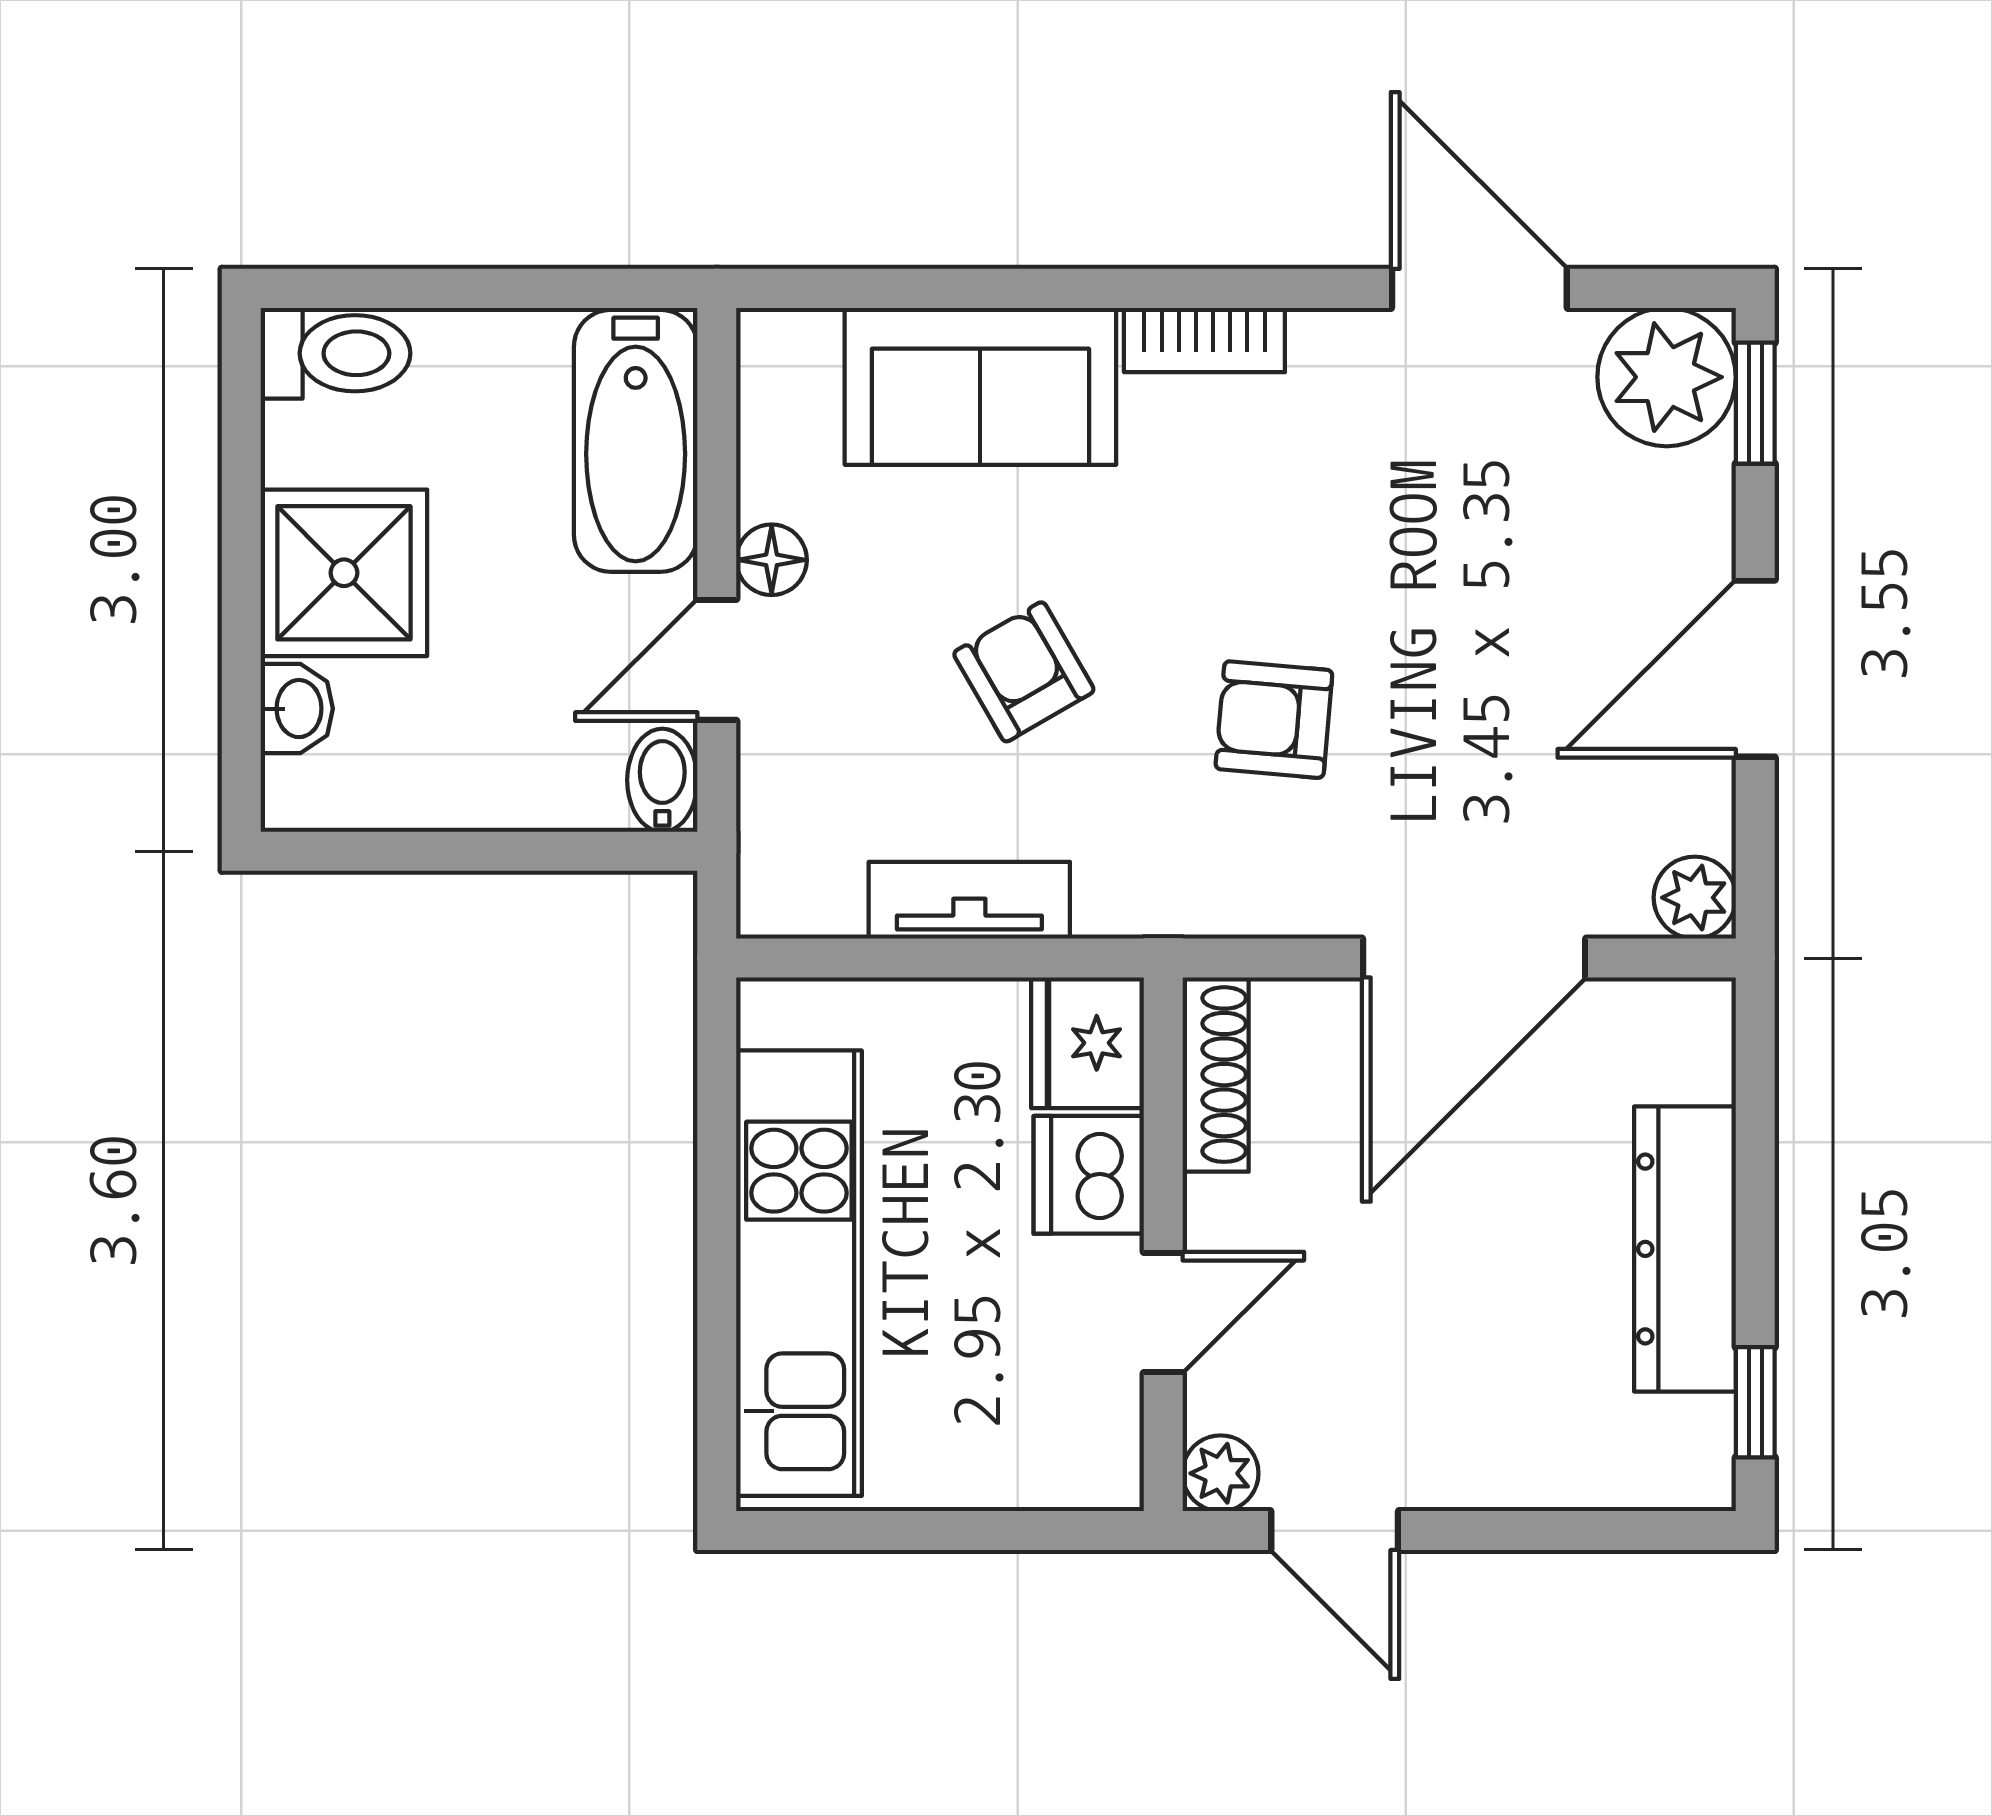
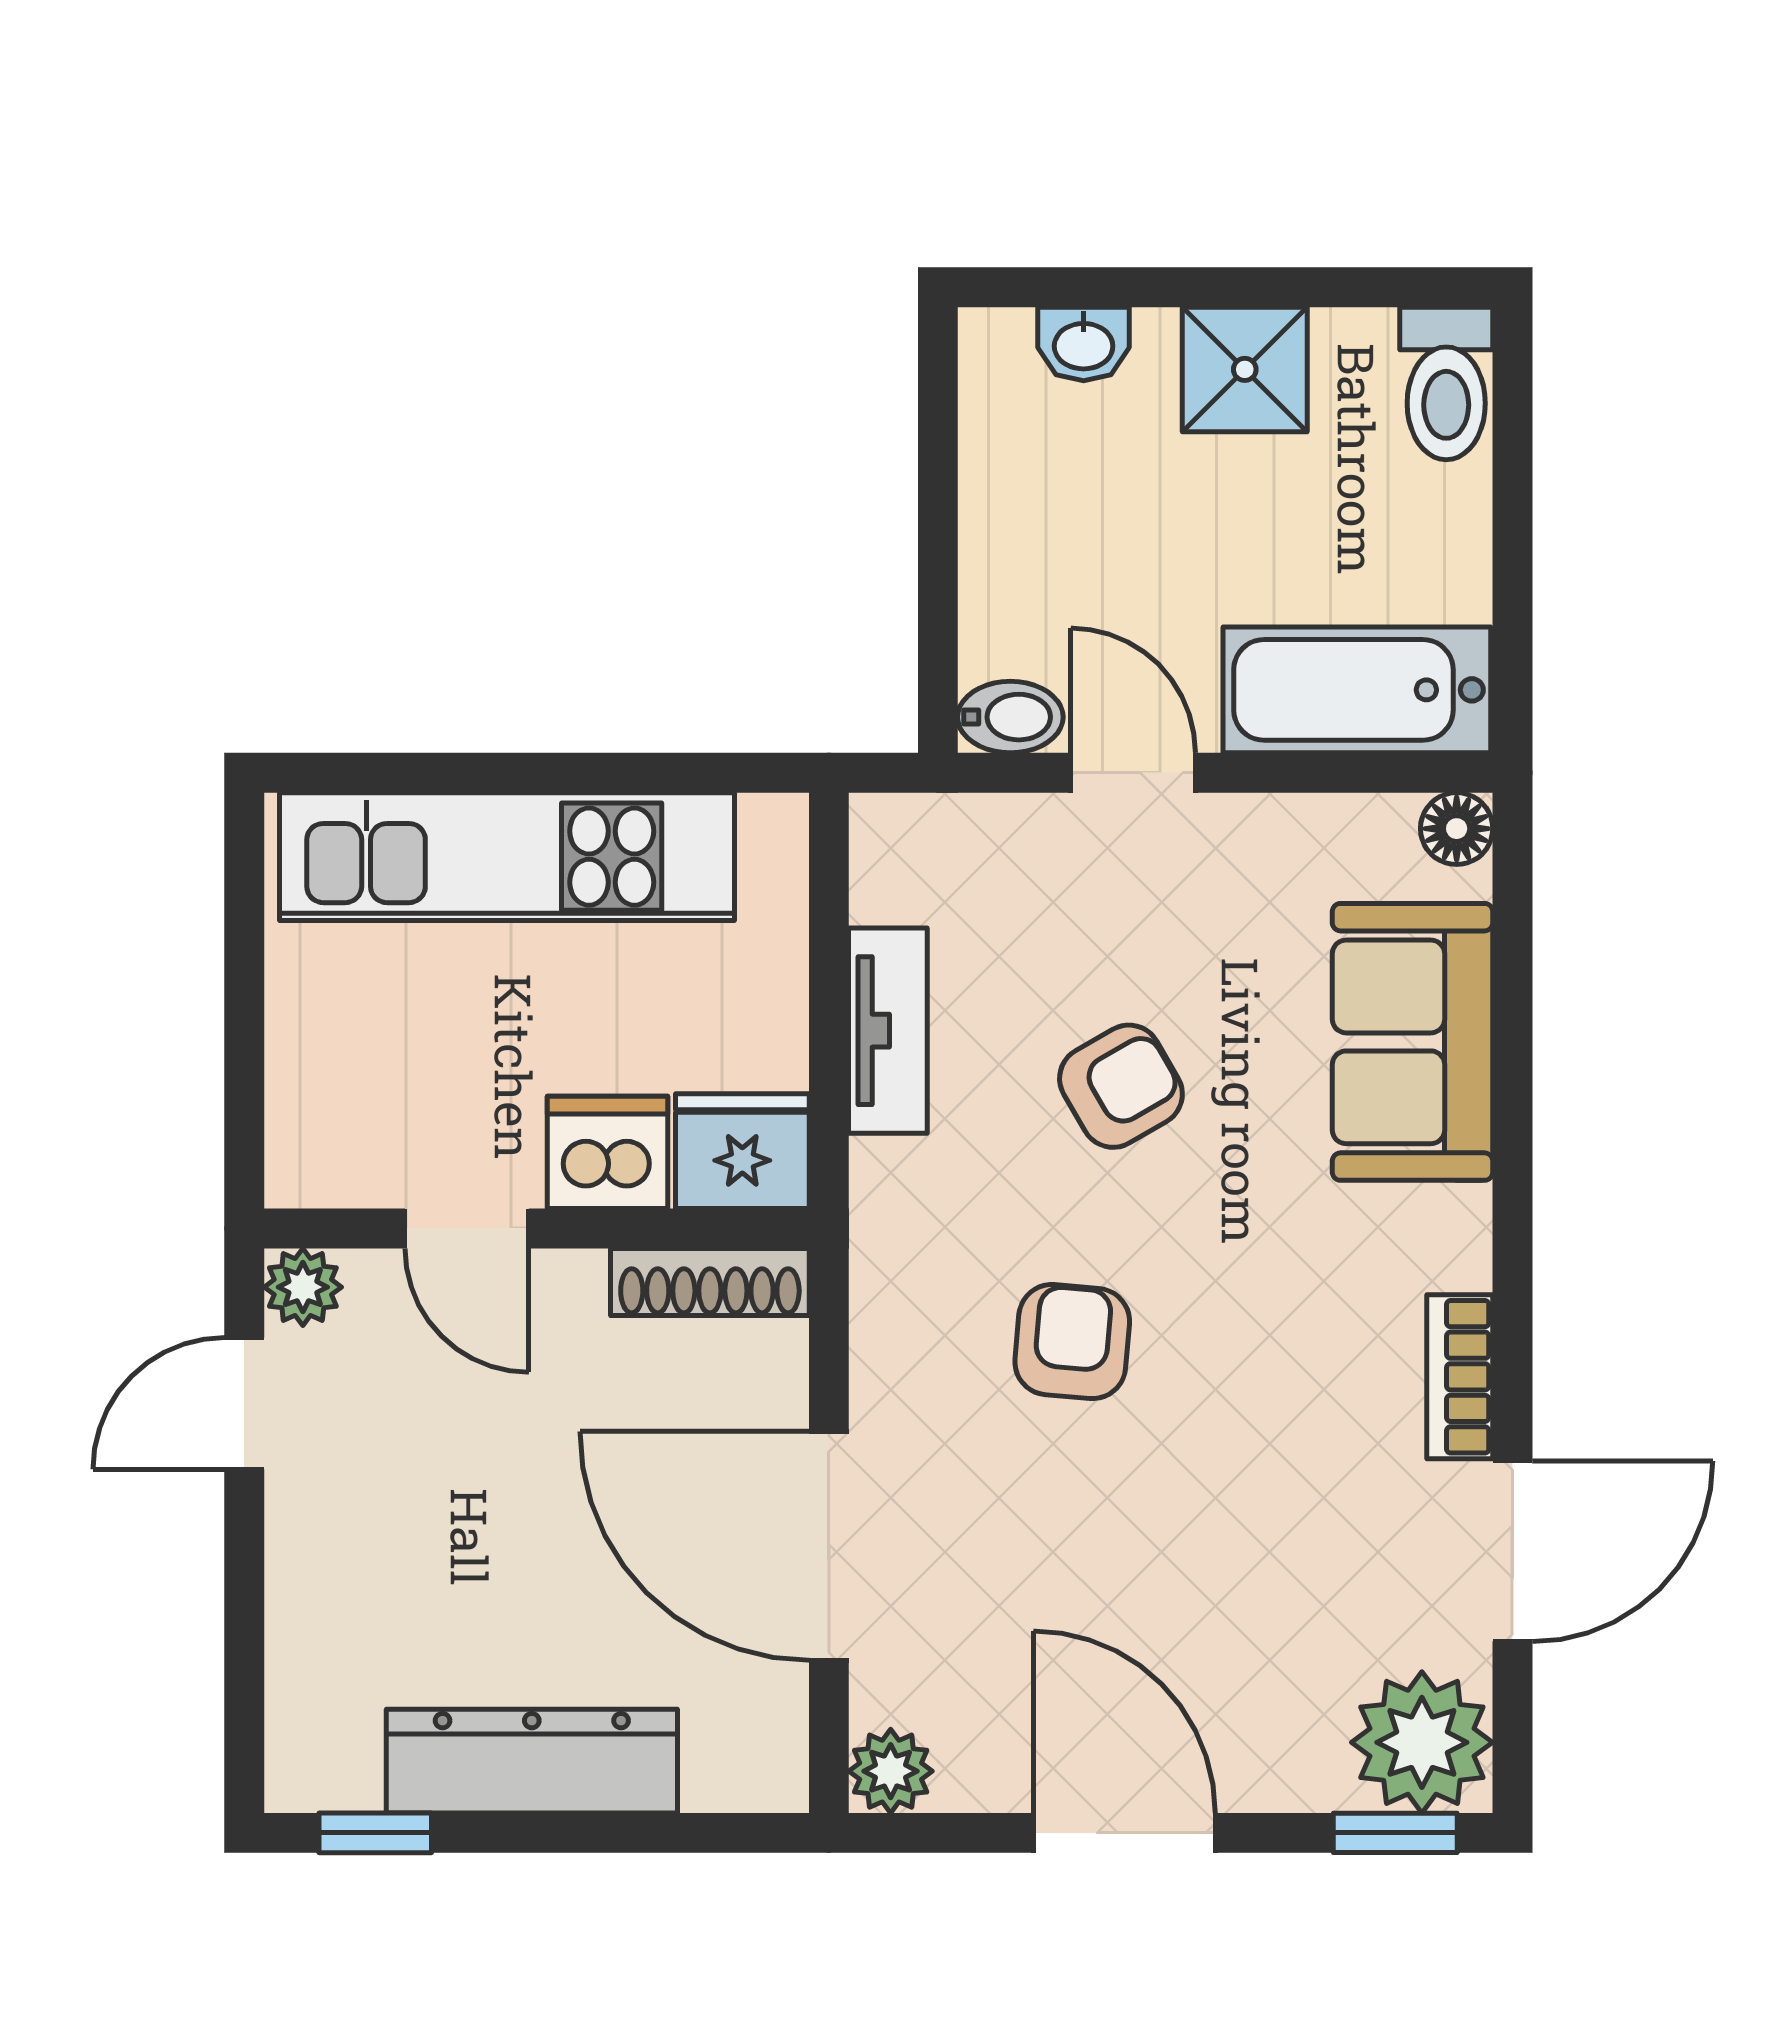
bookcase: (1204, 340) -> (1460, 1377), moved
floor lamp: (772, 560) -> (1457, 829), moved
shower: (344, 573) -> (1245, 369), width x0.73, depth x0.73

